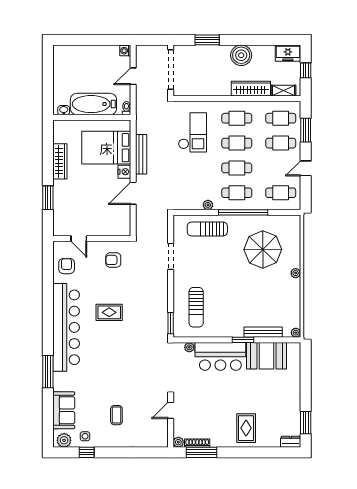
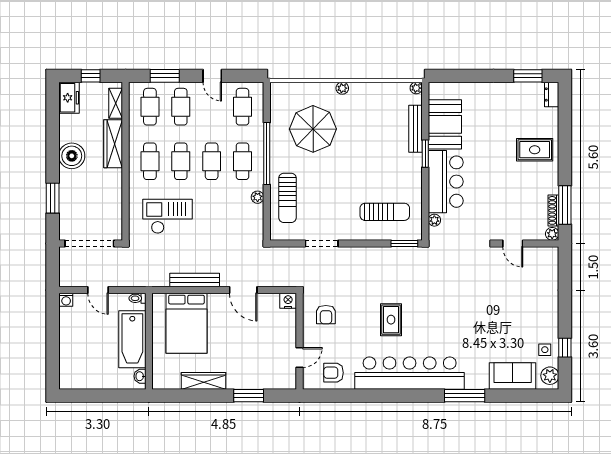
nightstand: (124, 172) -> (288, 301), moved
coffee table: (116, 415) -> (519, 311), removed

